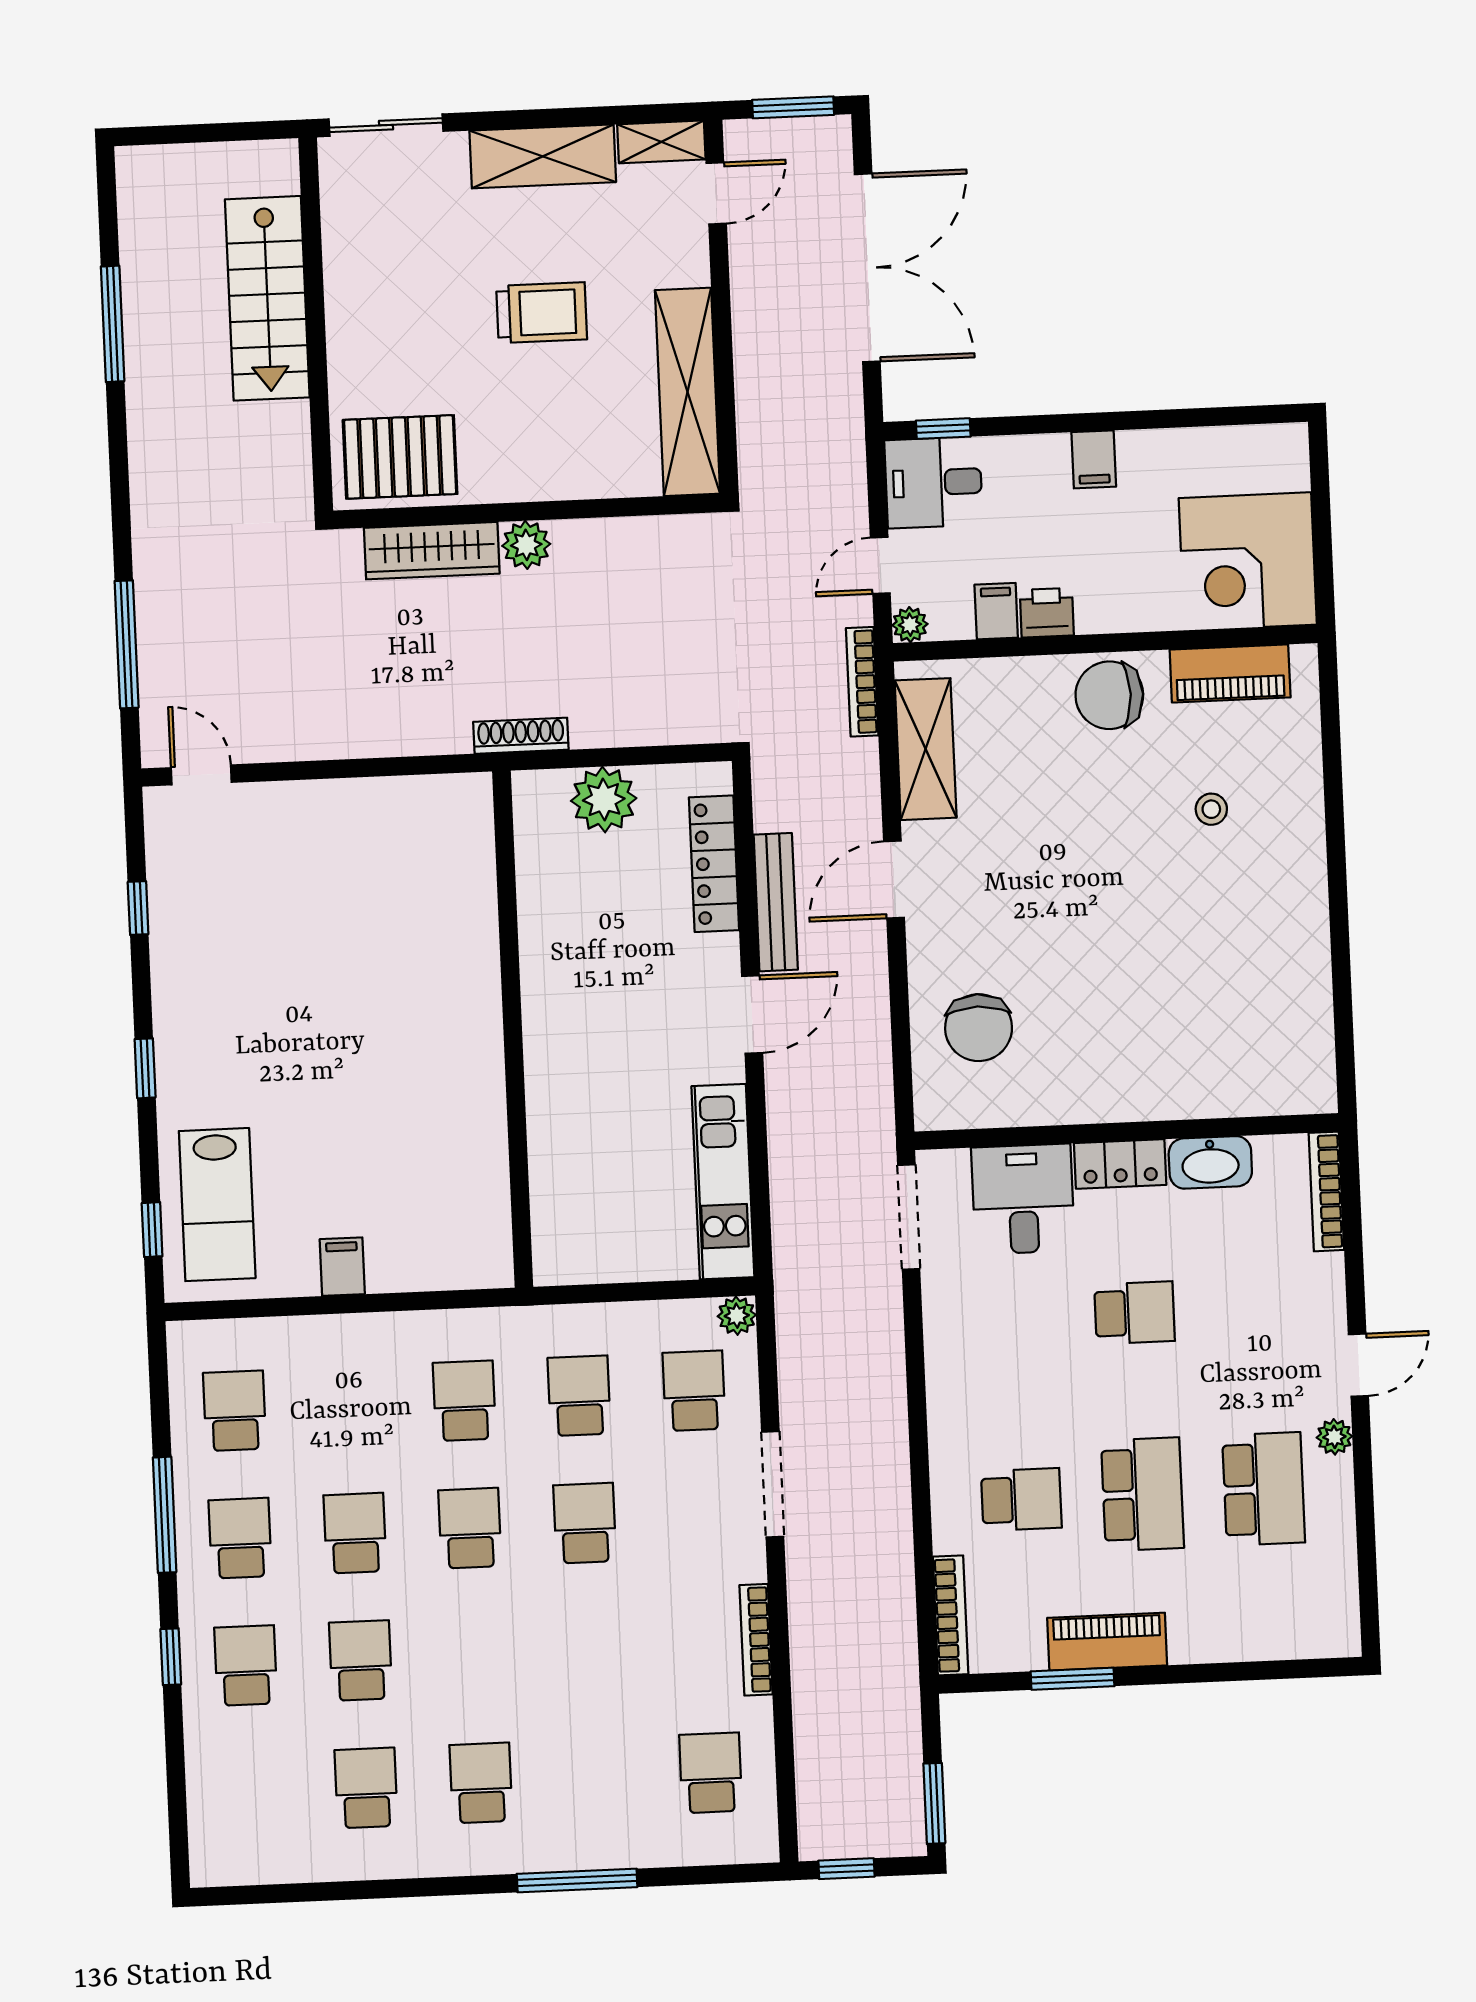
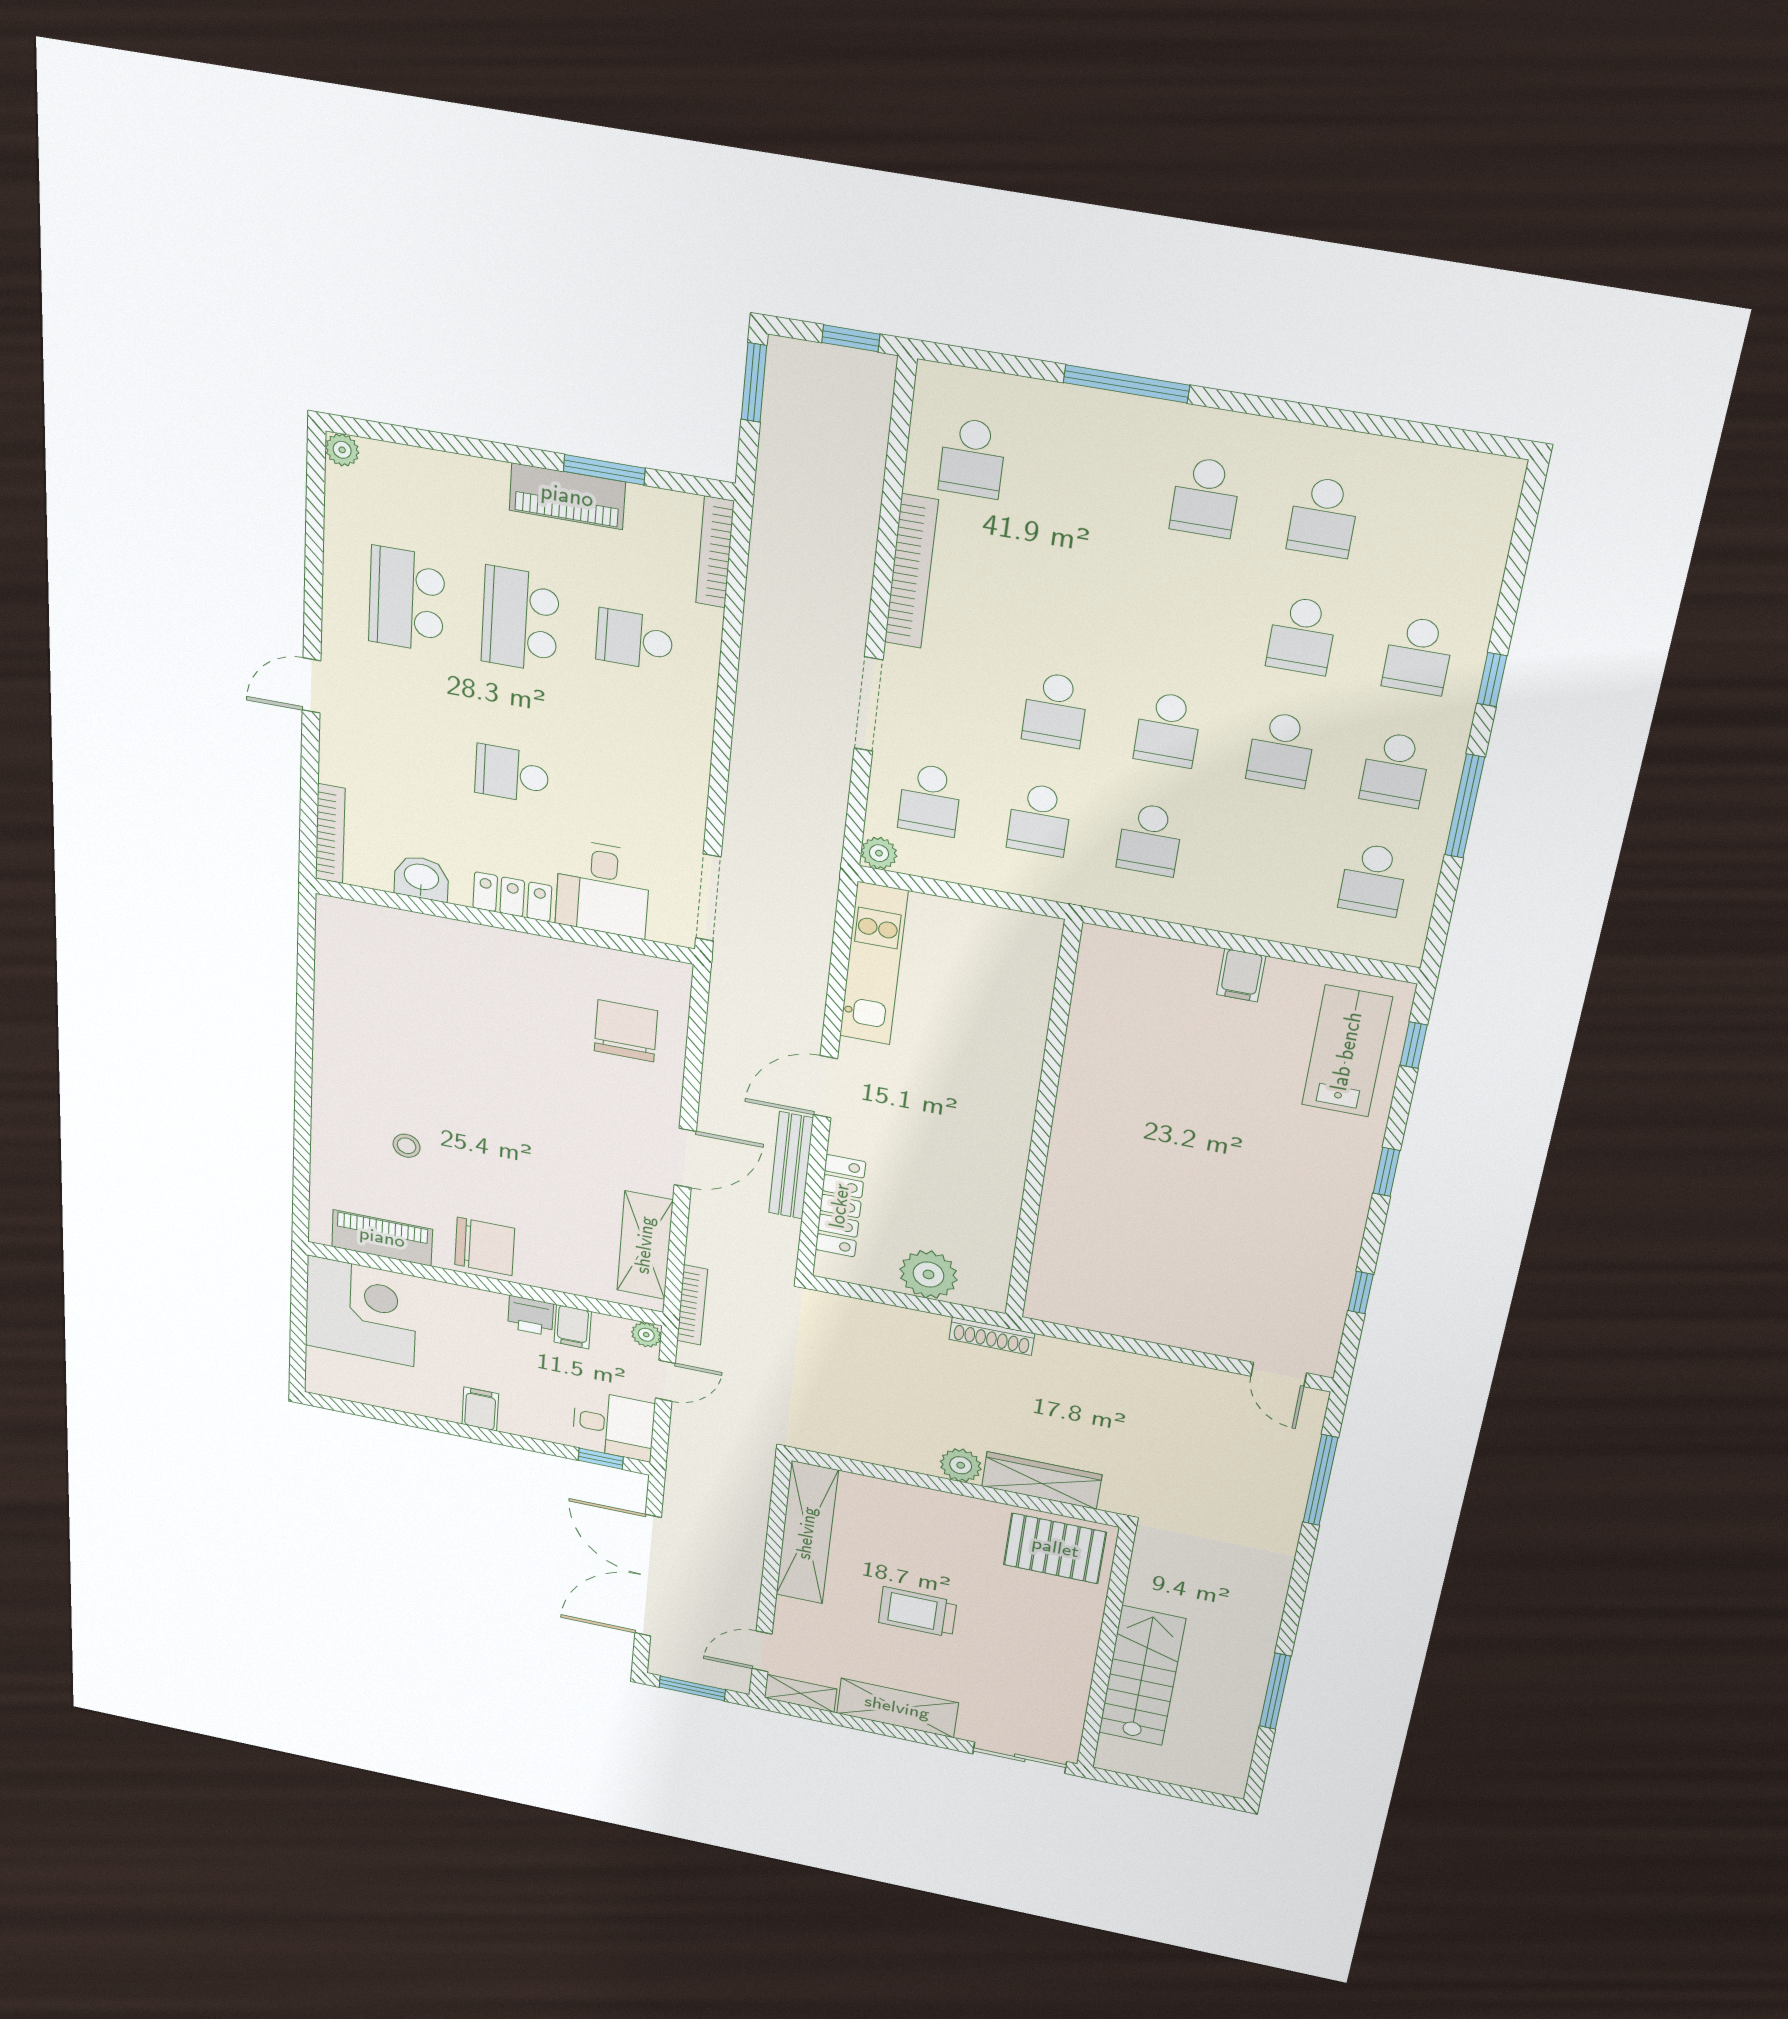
washbasin: (1210, 1162) -> (421, 878), width x0.72
plant: (1334, 1437) -> (342, 450), moved
bookcase: (756, 1640) -> (911, 572), width x1.48, depth x1.31

